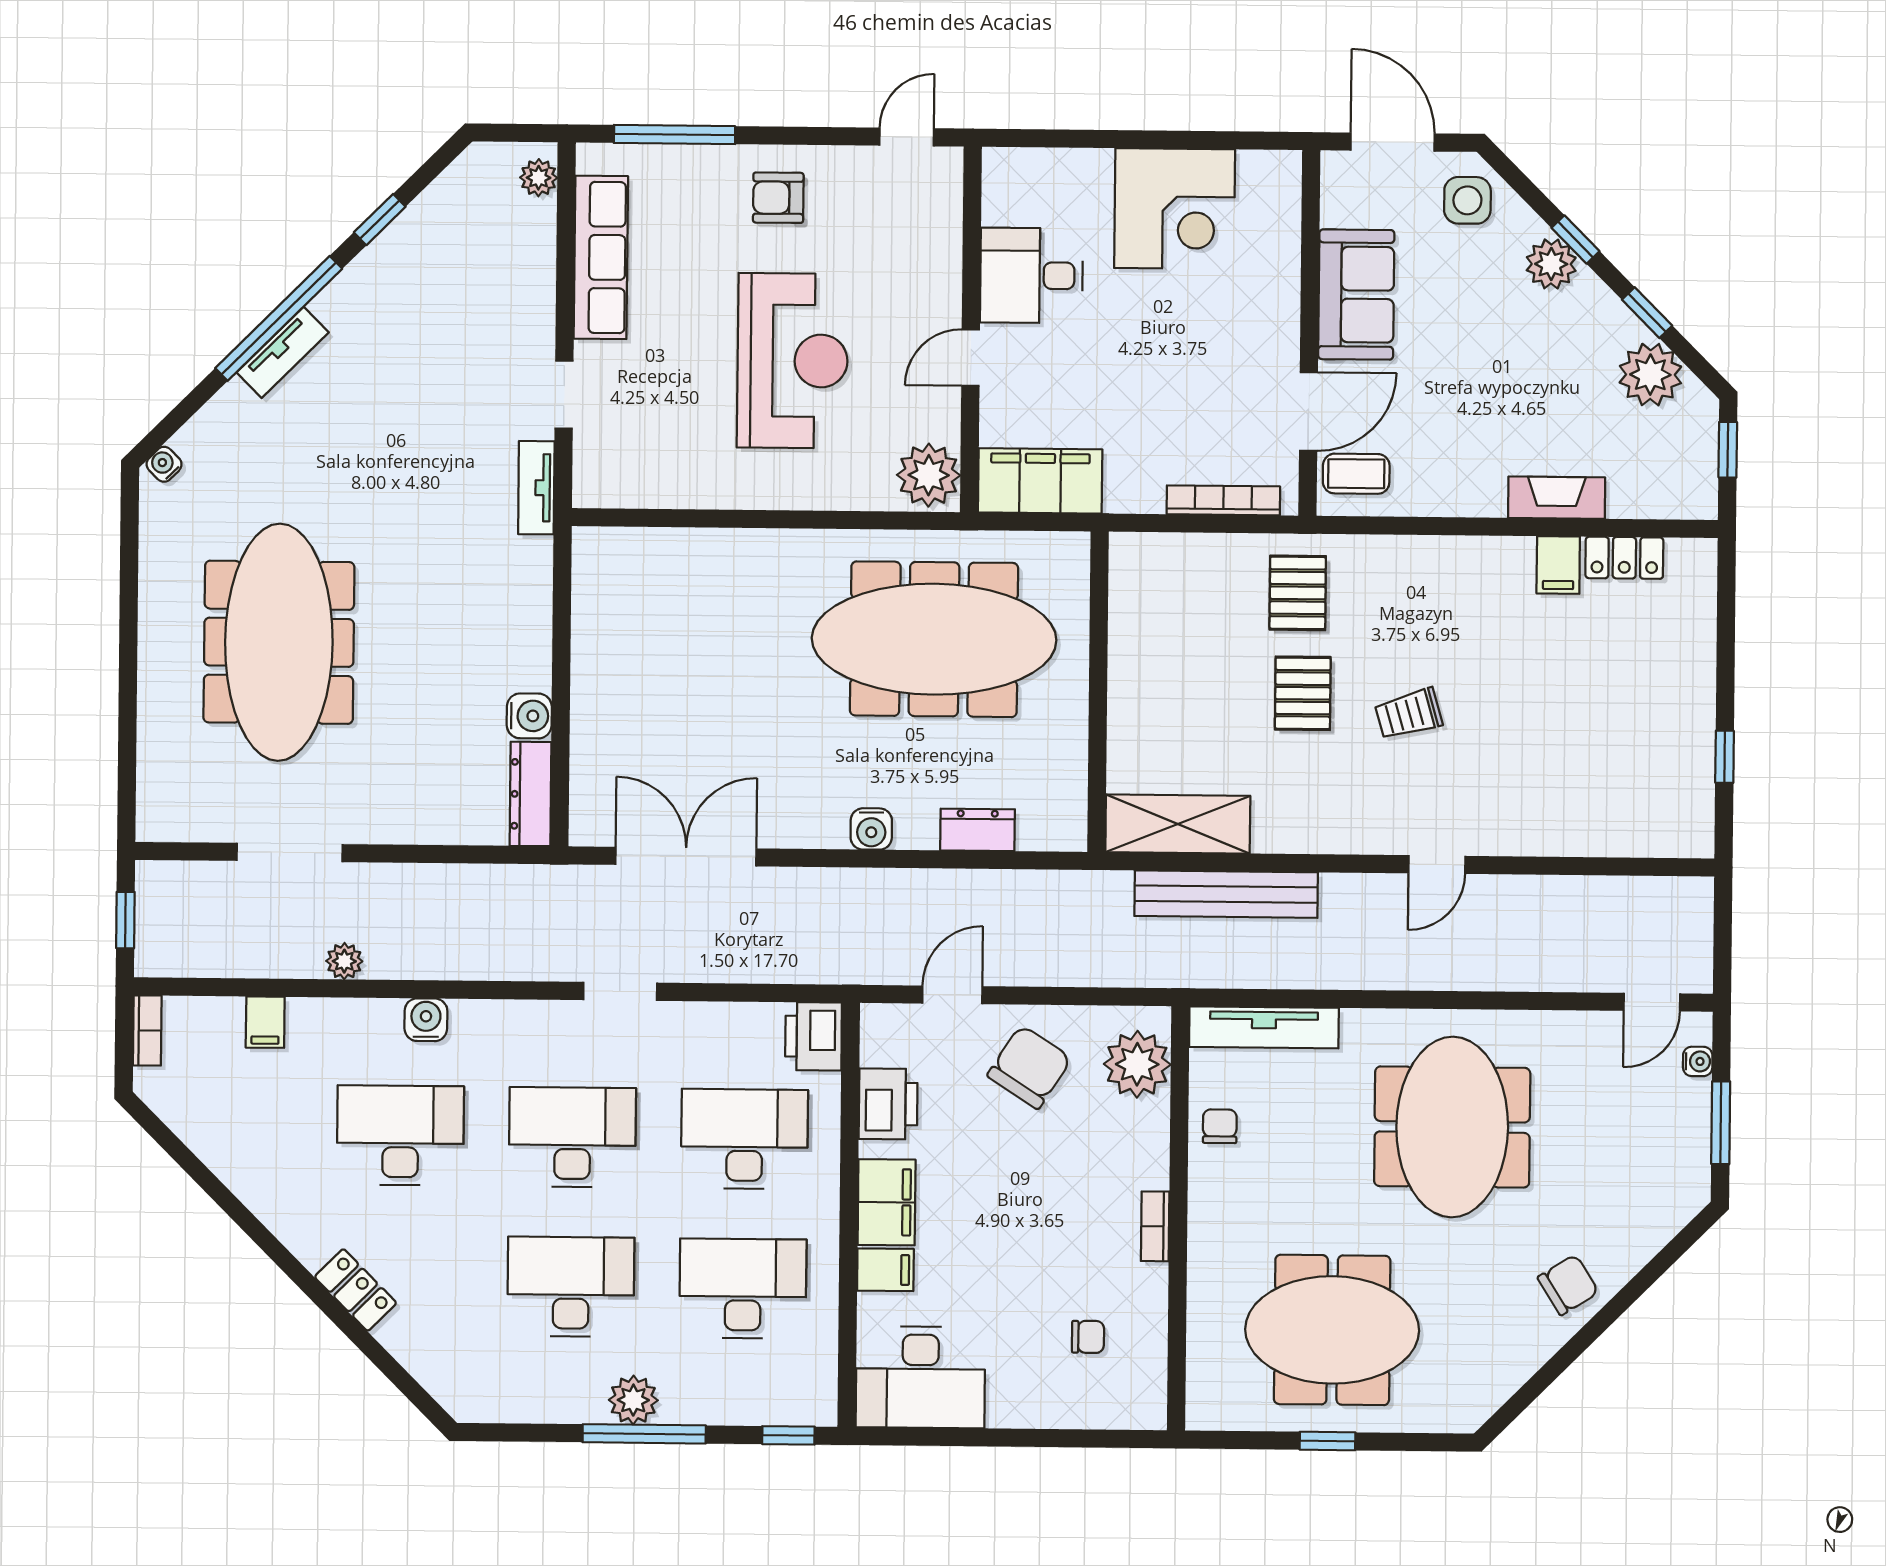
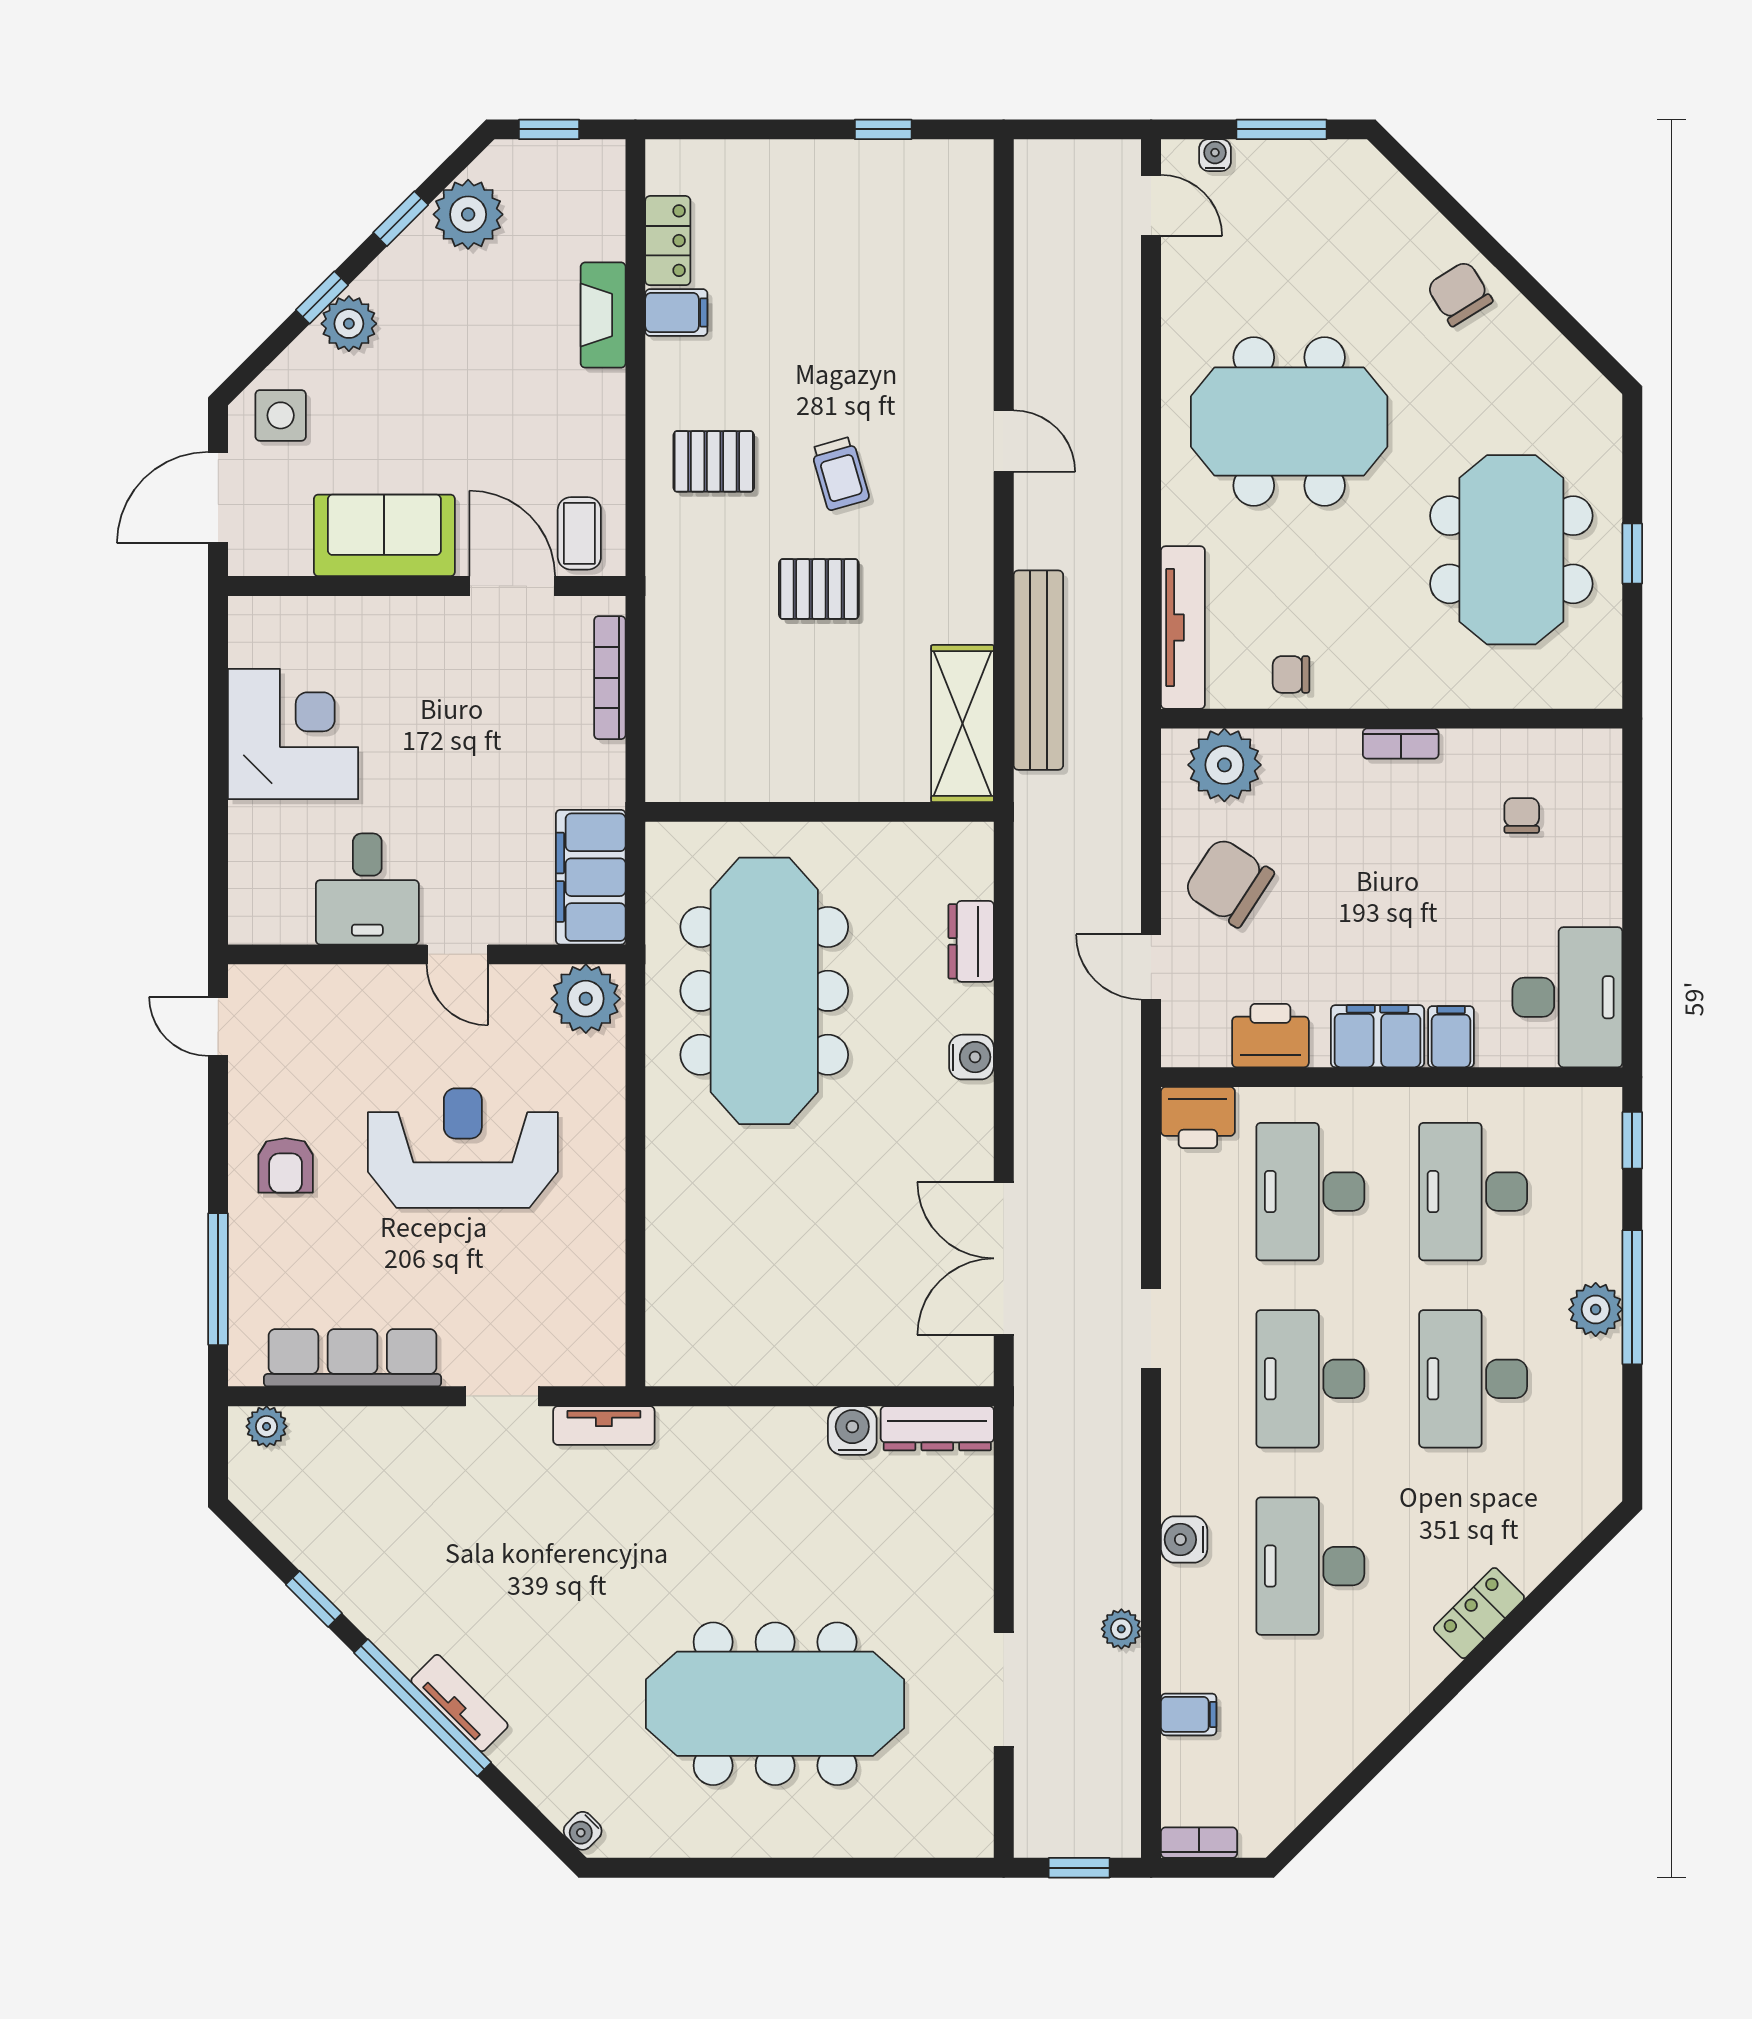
pallet: (1298, 593) -> (714, 461), moved

